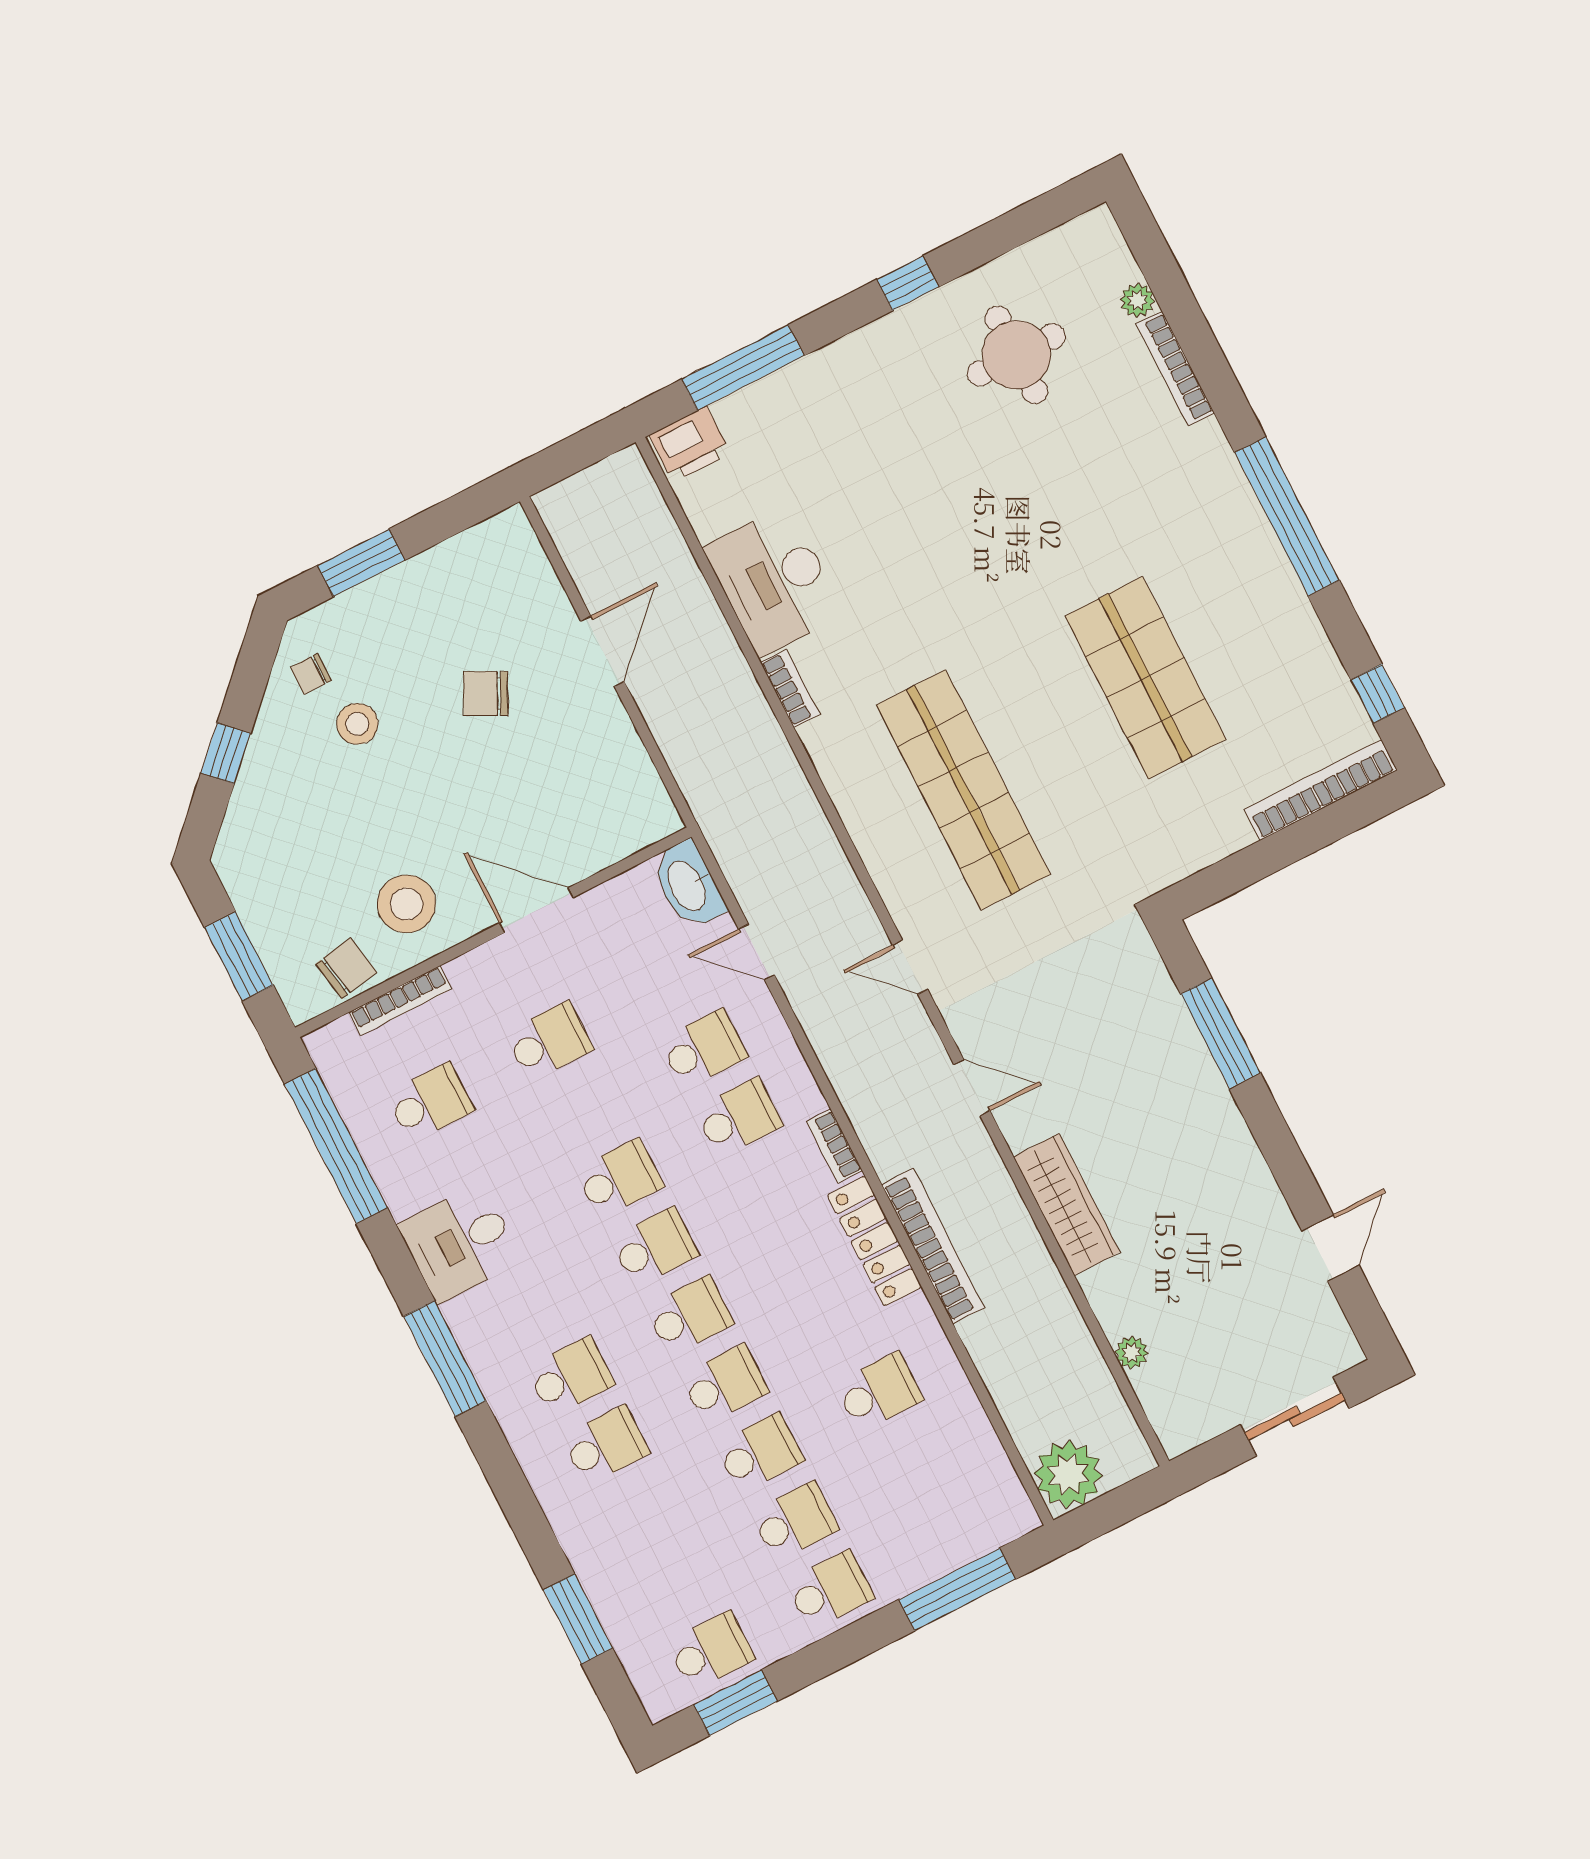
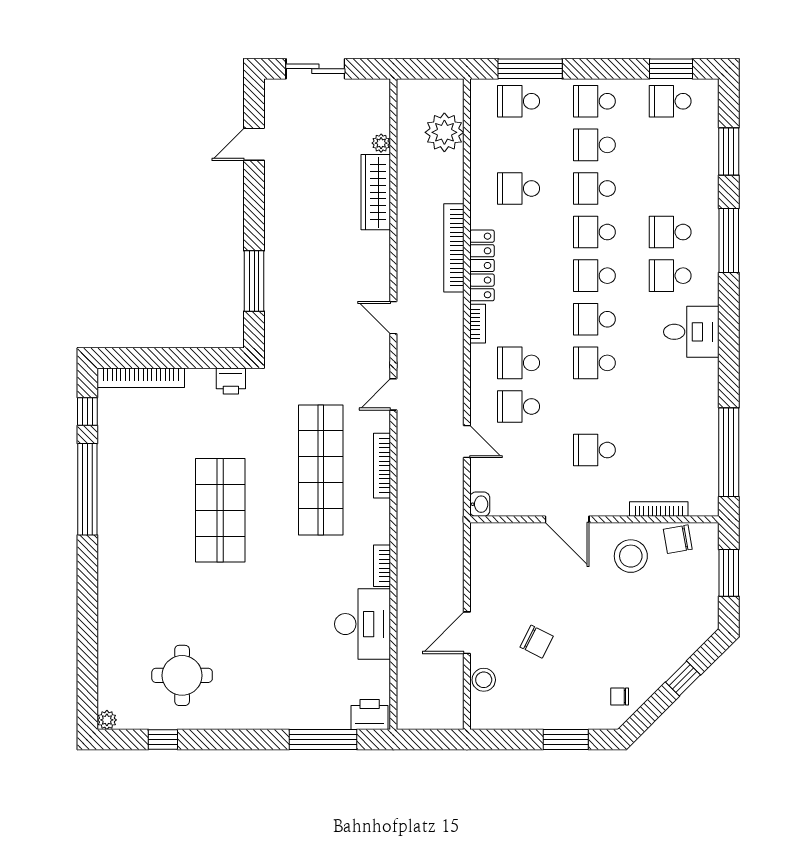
window: (908, 283) -> (163, 740), moved
plant: (1137, 300) -> (107, 720), moved
bookcase: (1175, 369) -> (382, 466), moved, turned 180
window: (1287, 517) -> (87, 489), moved
chair: (311, 674) -> (620, 697), turned 180
shop shelf: (1145, 678) -> (220, 510), moved
stool: (357, 724) -> (484, 680), moved
printer: (1176, 857) -> (231, 381), added
washbasin: (688, 885) -> (480, 504), width x0.52, depth x0.69
door: (910, 967) -> (393, 394), swing flipped
school desk: (430, 1102) -> (519, 101), moved
wardrobe: (1067, 1205) -> (376, 192), moved
desk: (460, 1243) -> (691, 332), moved
window: (445, 1359) -> (729, 240), moved
plant: (1068, 1474) -> (444, 132), moved

